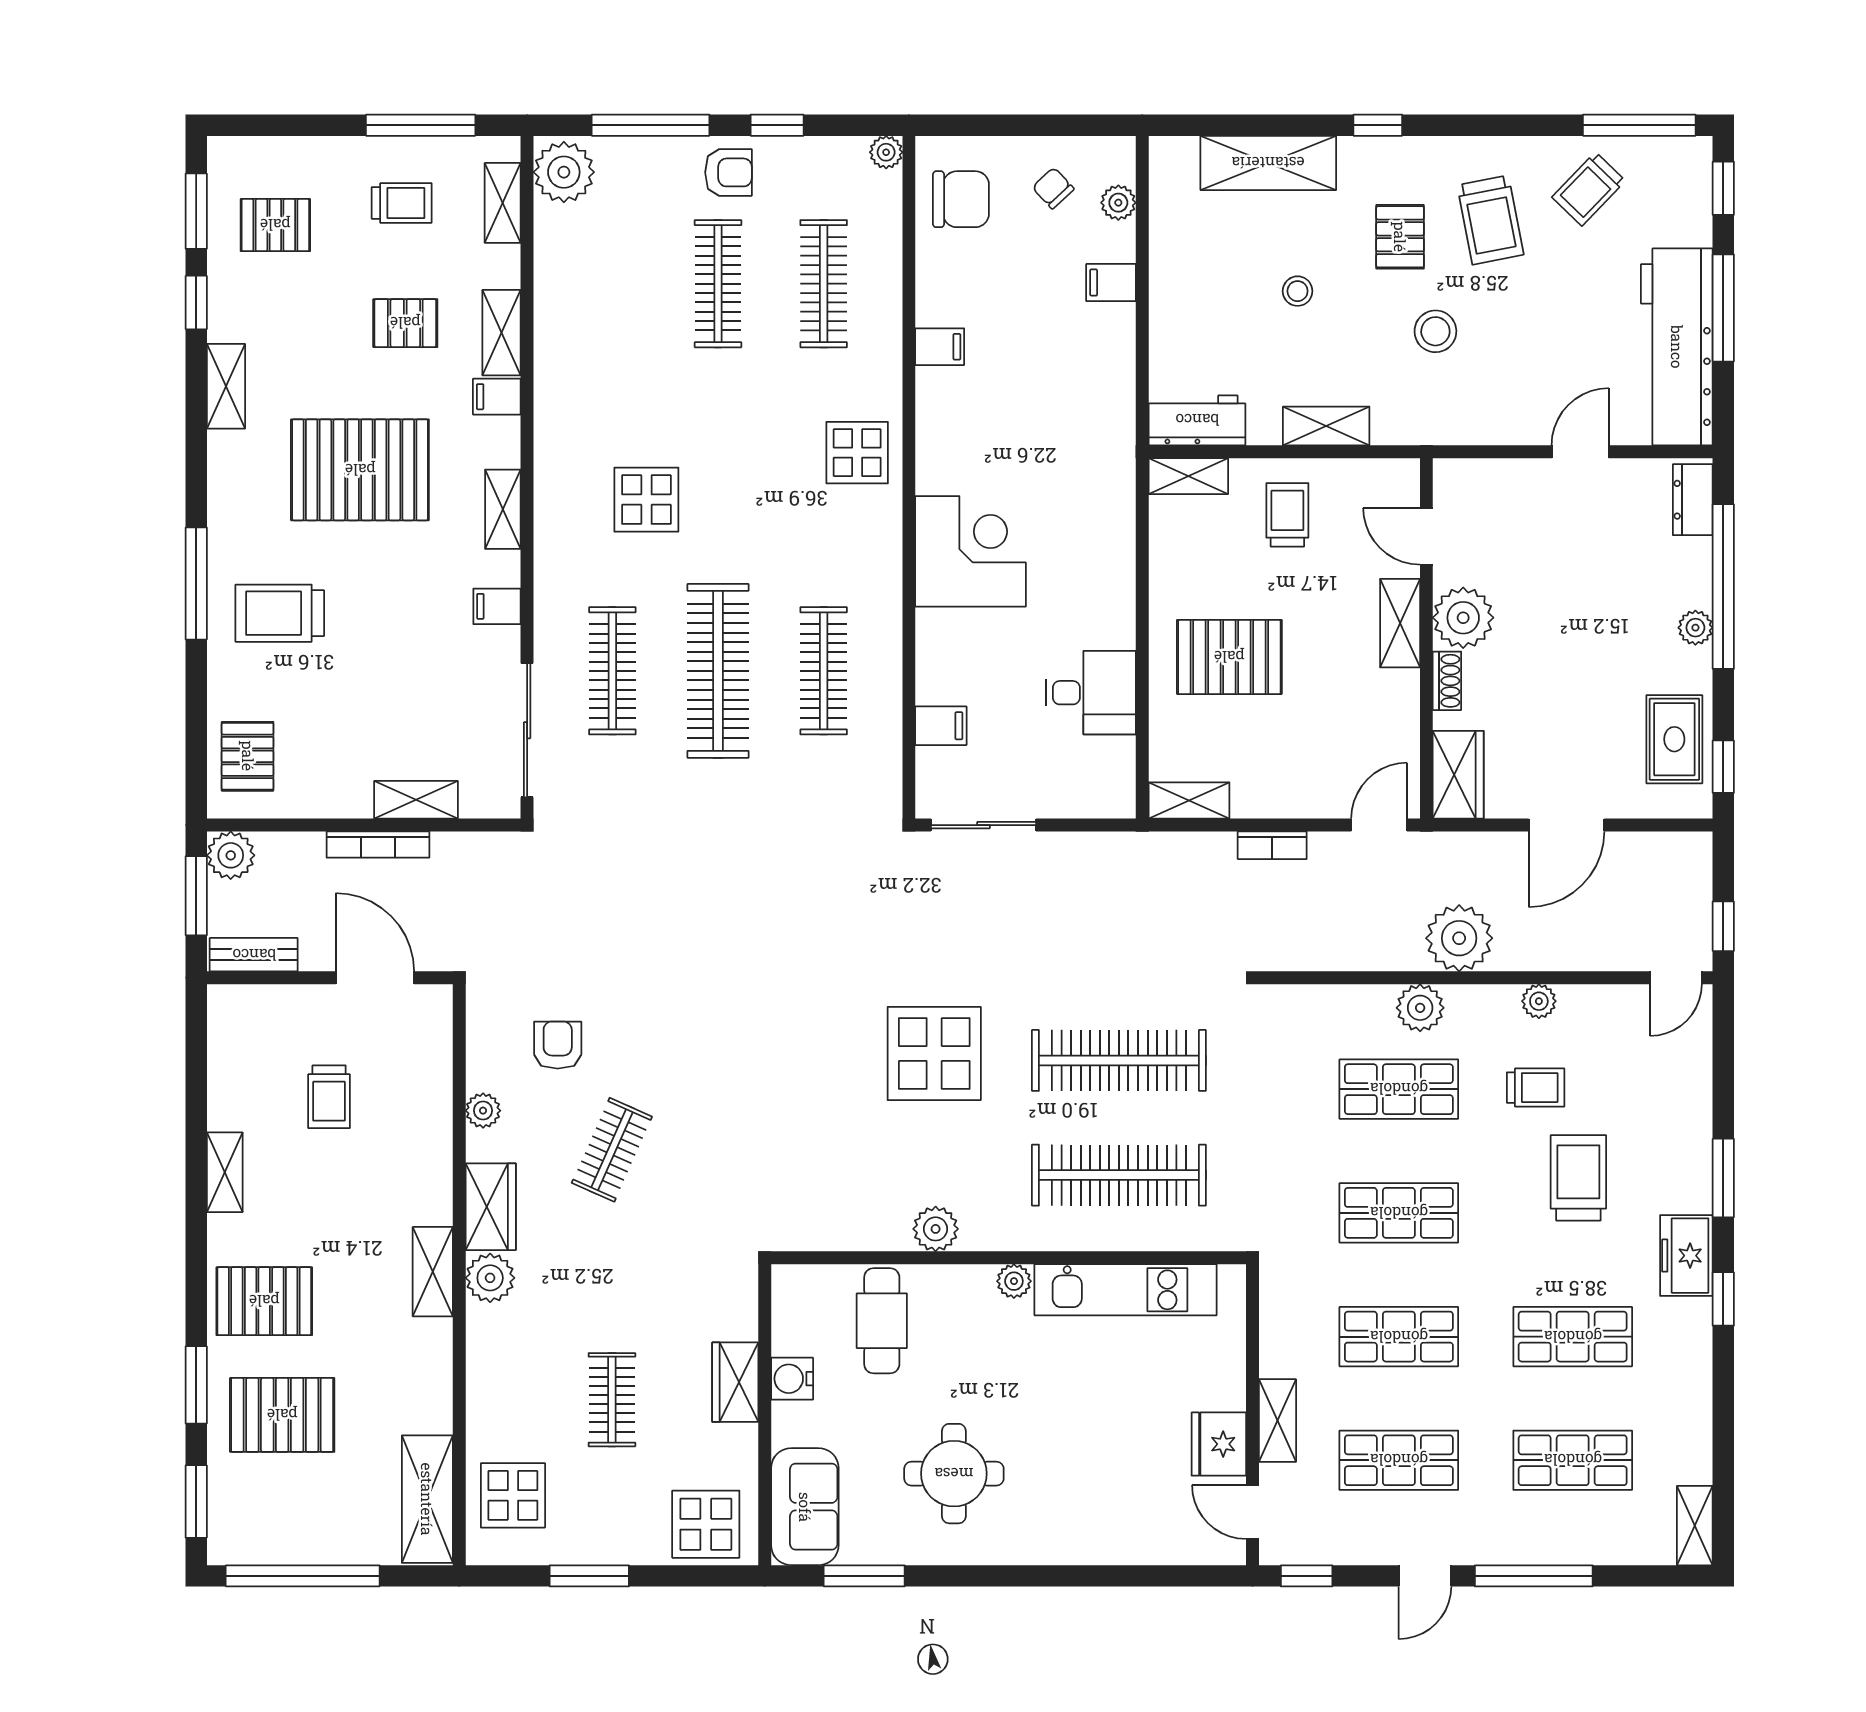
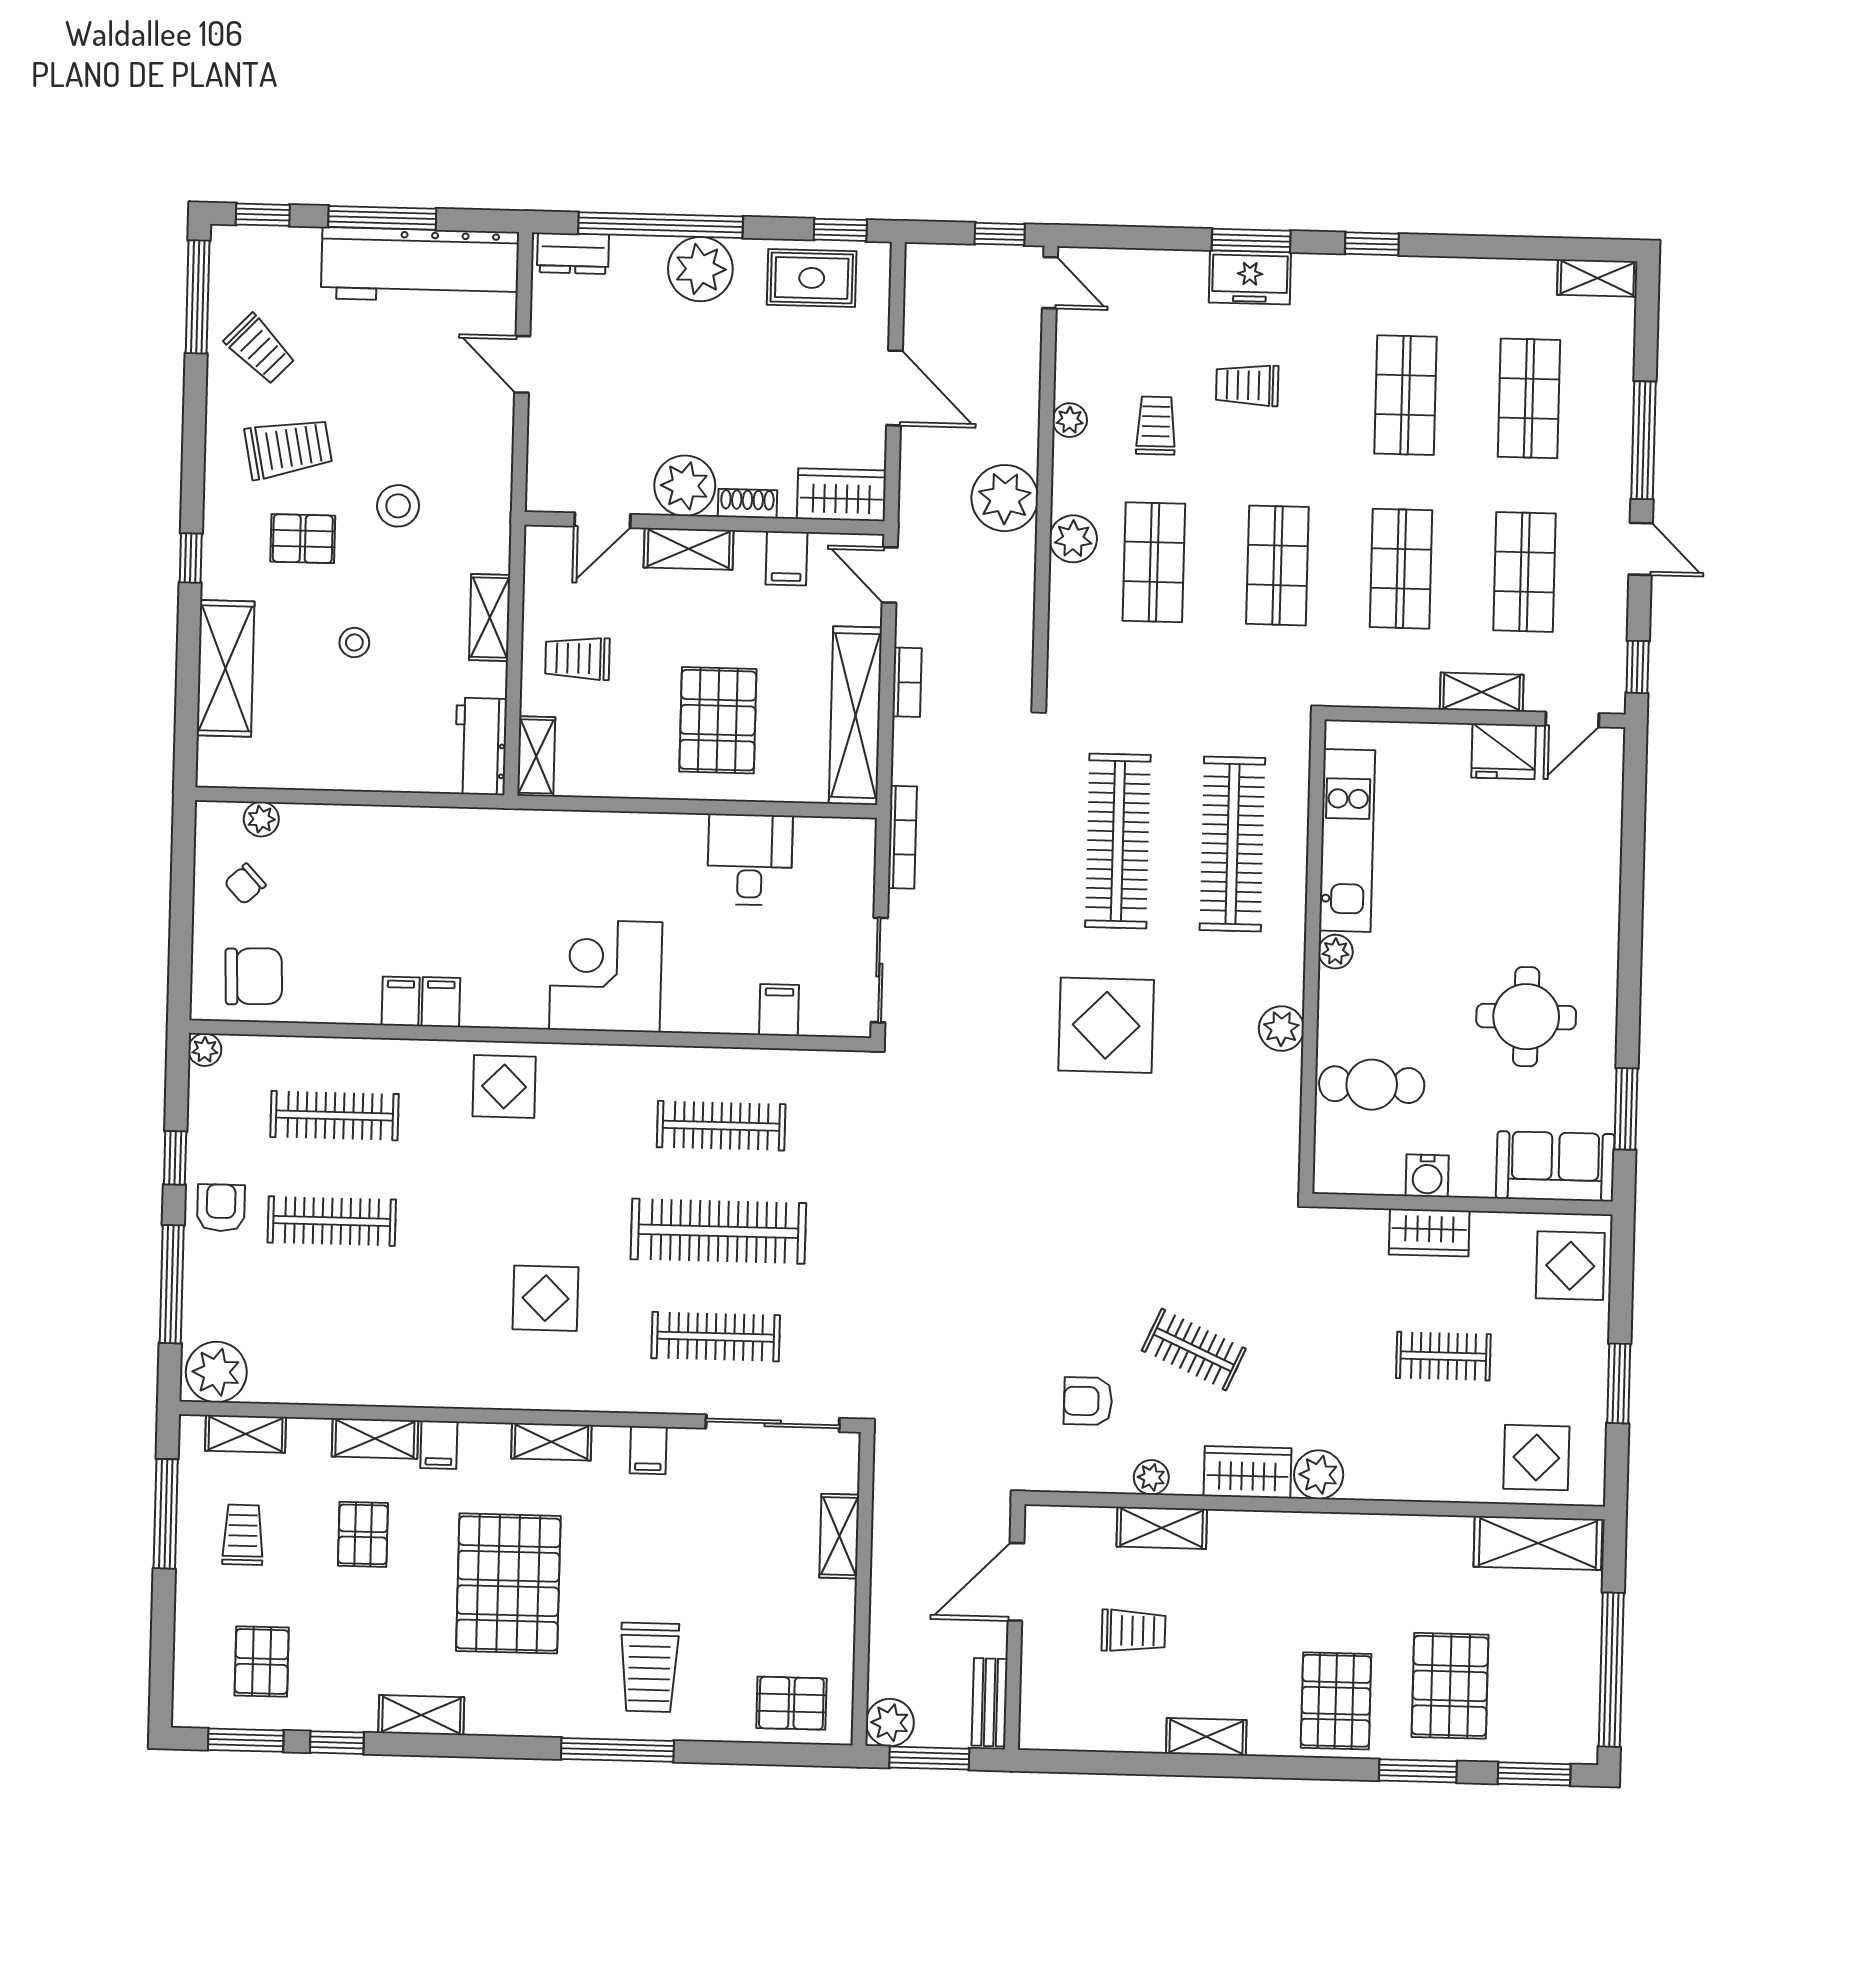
chair: (961, 199) -> (254, 976), turned 88
filing cabinet: (1111, 283) -> (441, 1002), moved, turned 180
plant: (1695, 628) -> (700, 269), width x1.87, depth x1.87
filing cabinet: (1393, 721) -> (787, 558), added
shelving: (1189, 801) -> (855, 716), width x2.20, depth x1.33
bookcase: (378, 845) -> (902, 837), moved
trolley: (1578, 1178) -> (1247, 385), width x0.73, depth x0.72
freezer: (1686, 1256) -> (1250, 277), moved
shelving: (433, 1272) -> (1162, 1528), moved

